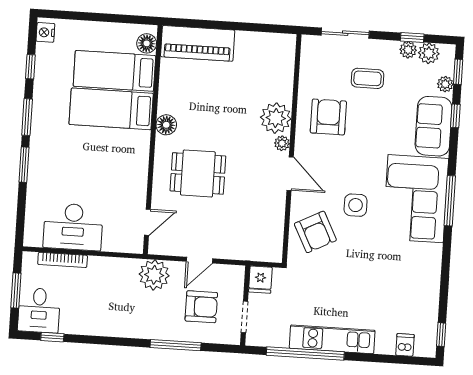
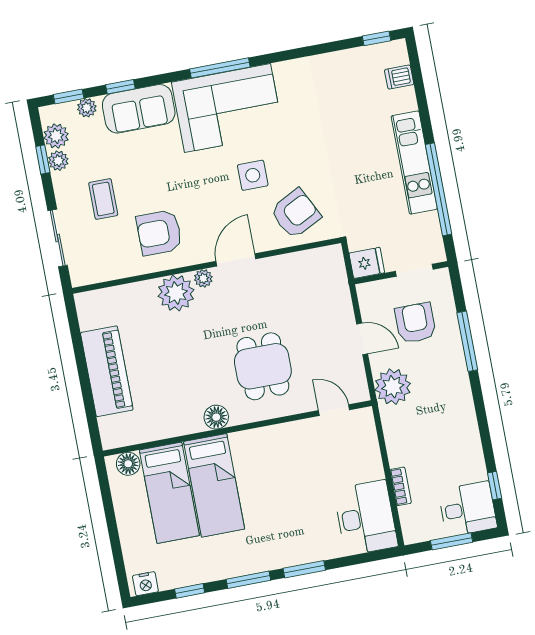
piano: (198, 43) -> (107, 371), moved
desk: (73, 227) -> (366, 518), moved
bookcase: (63, 260) -> (401, 486), width x0.64

